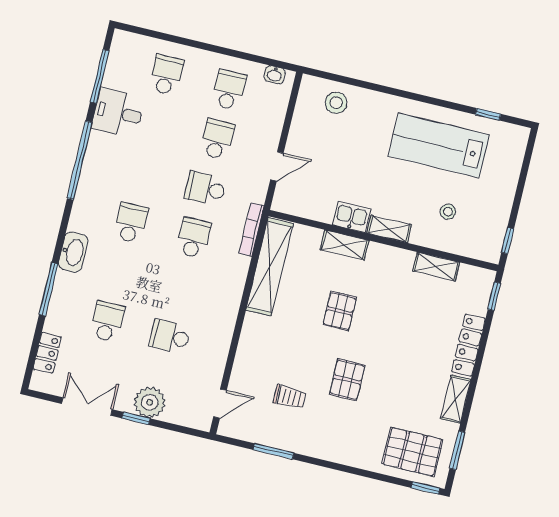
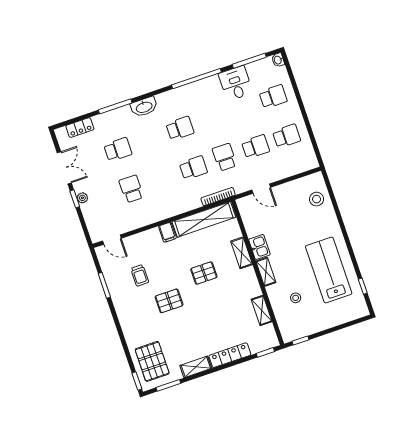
washbasin: (275, 75) -> (278, 60), moved
filing cabinet: (256, 325) -> (167, 232), added
plant: (150, 402) -> (82, 198), width x0.53, depth x0.53

